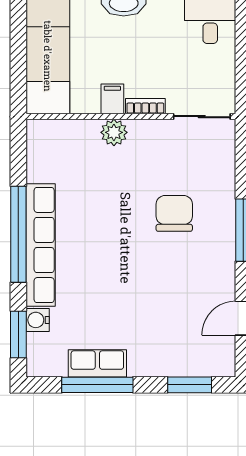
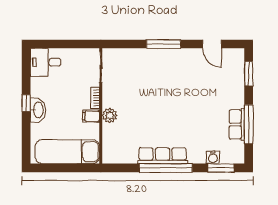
chair: (174, 213) -> (154, 82), removed
row of seats: (41, 245) -> (163, 156), width x0.73

